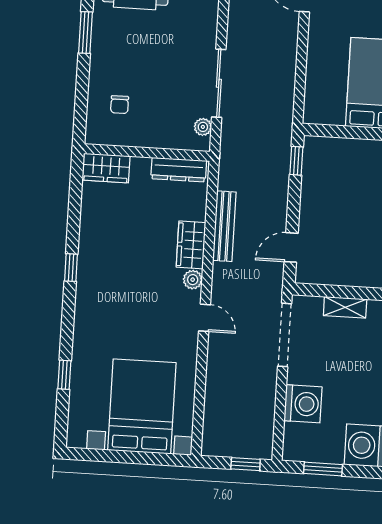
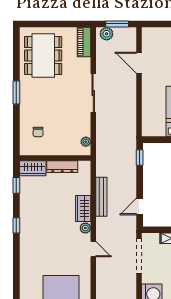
sliding door: (219, 83) -> (93, 93), moved
dresser: (179, 170) -> (62, 167), moved
window: (64, 375) -> (16, 185), moved

